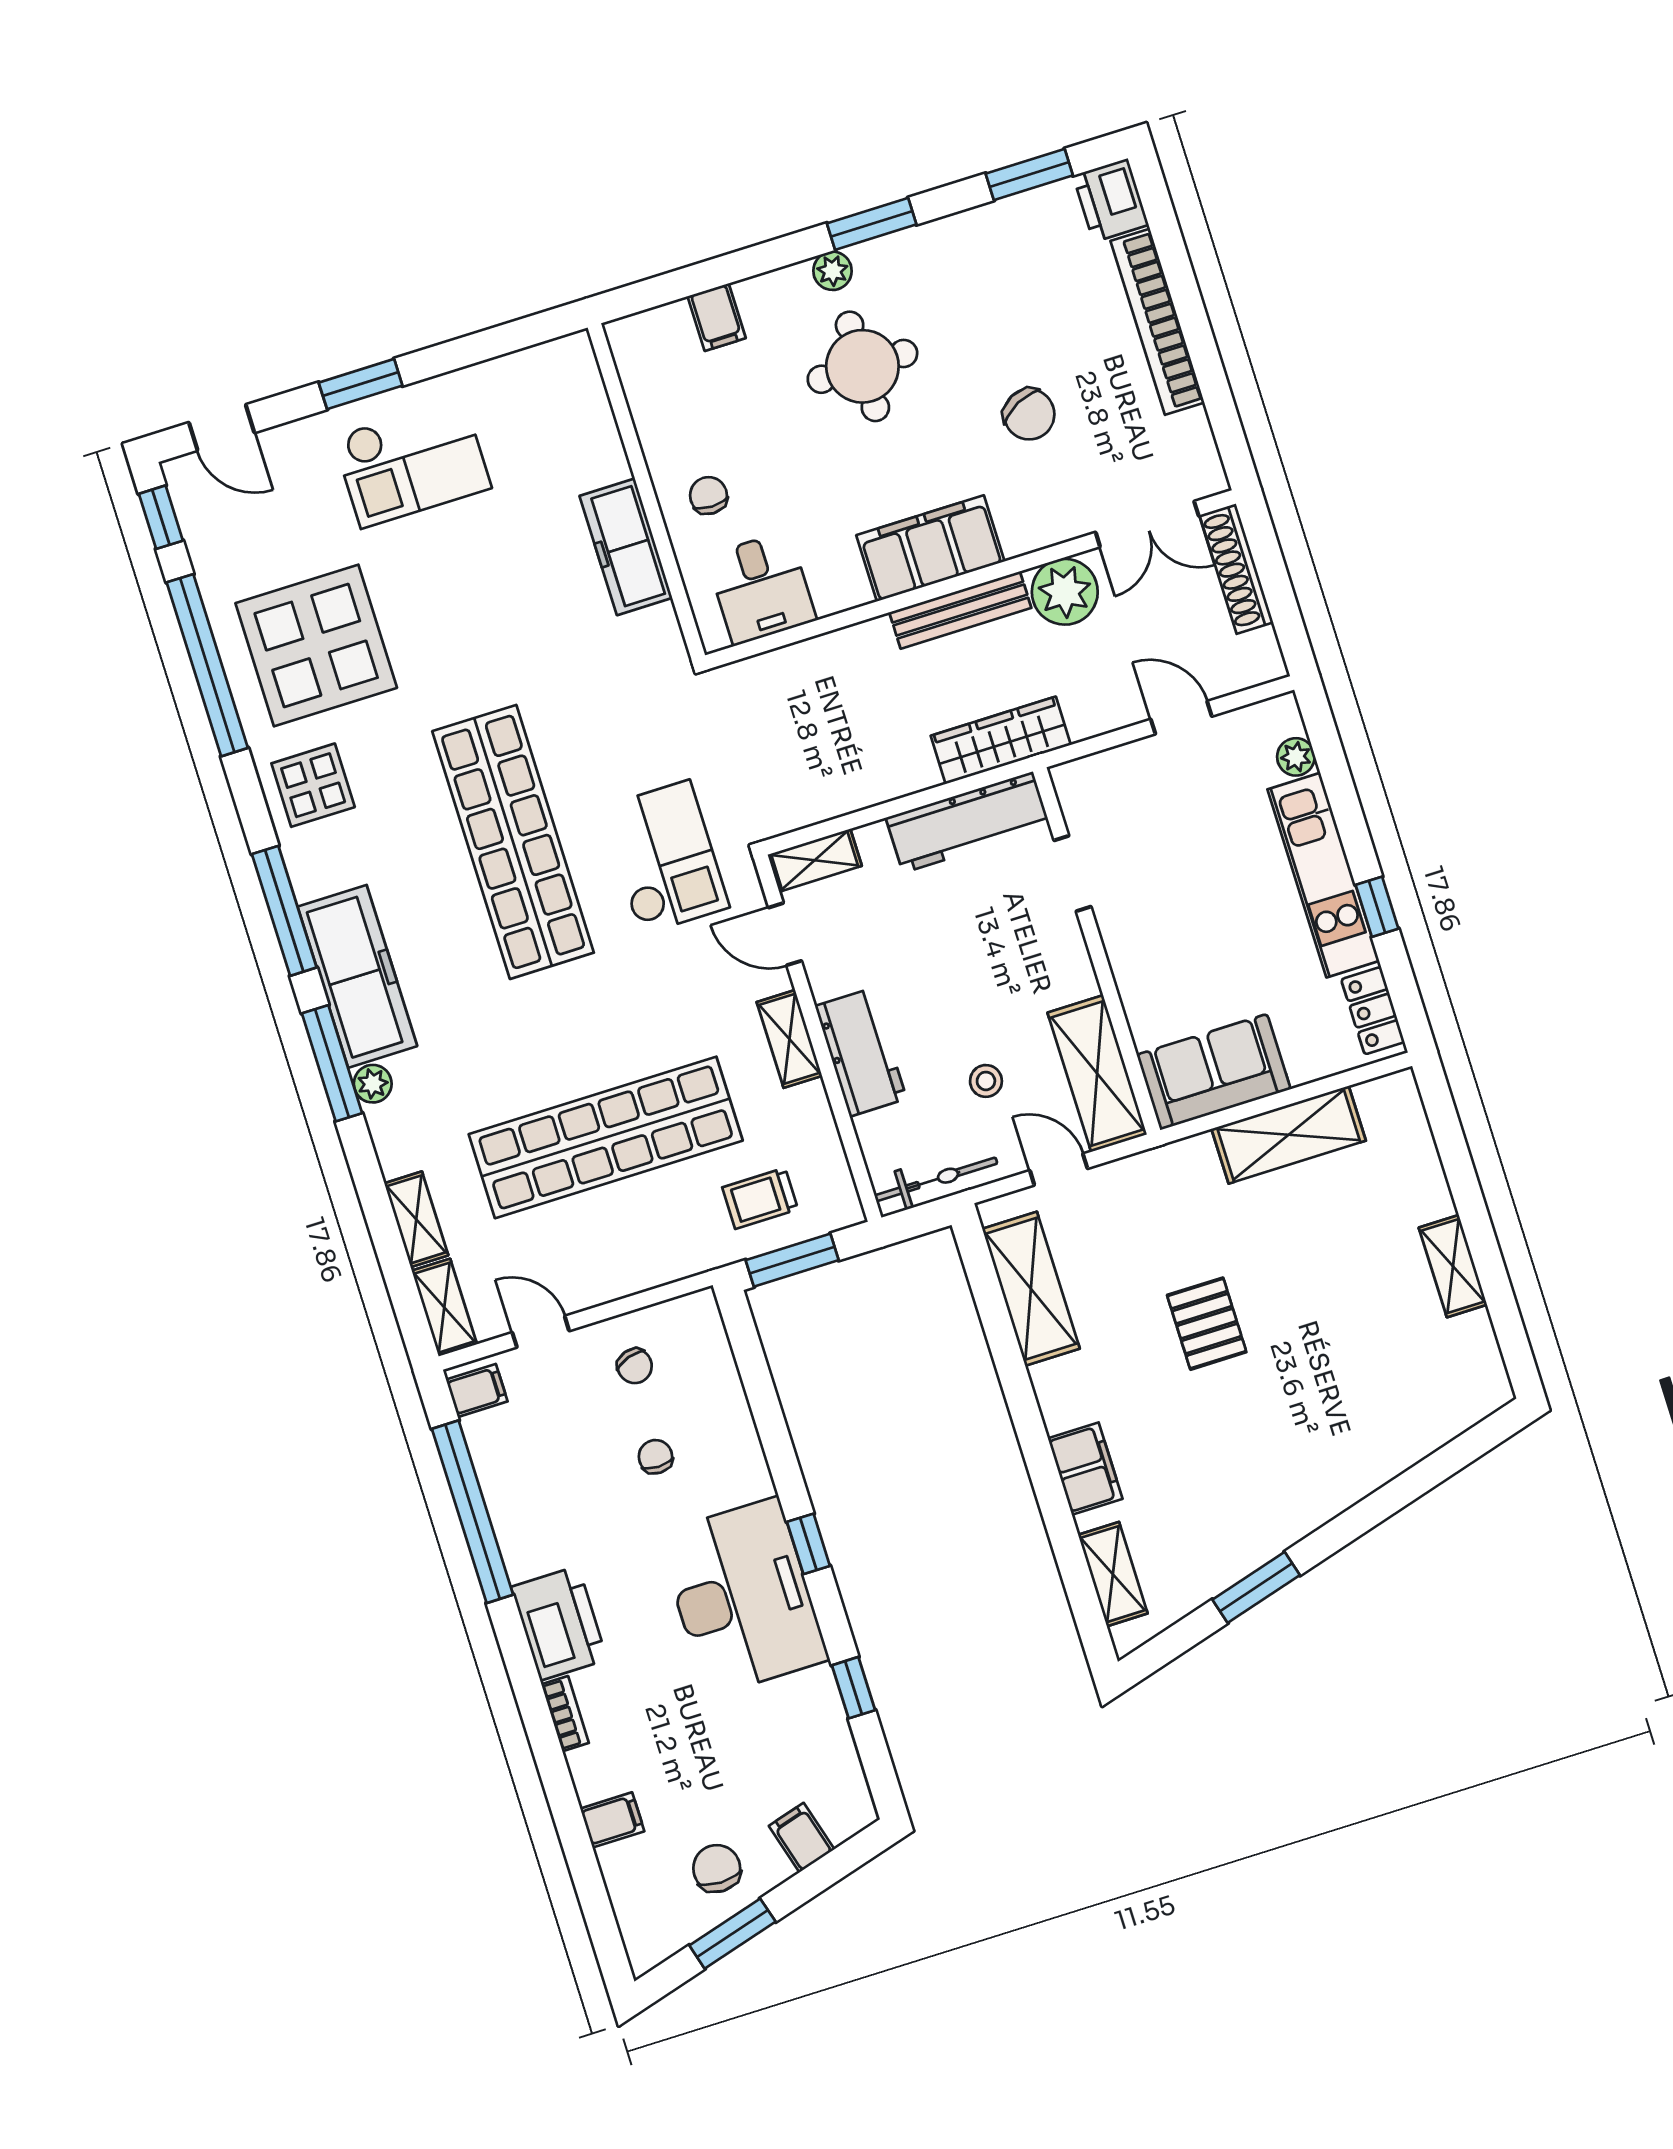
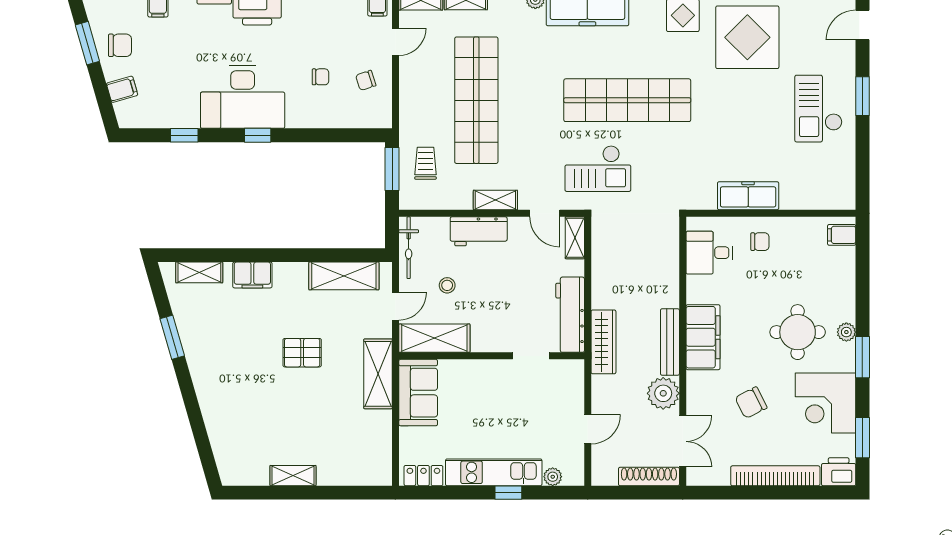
corner desk: (984, 268) -> (826, 403), added
filing cabinet: (717, 317) -> (842, 235), moved
double door: (1147, 524) -> (683, 441), swing flipped
window: (1377, 907) -> (508, 493), moved
door: (785, 934) -> (545, 213), swing flipped
shelving: (1289, 1135) -> (378, 374), moved

